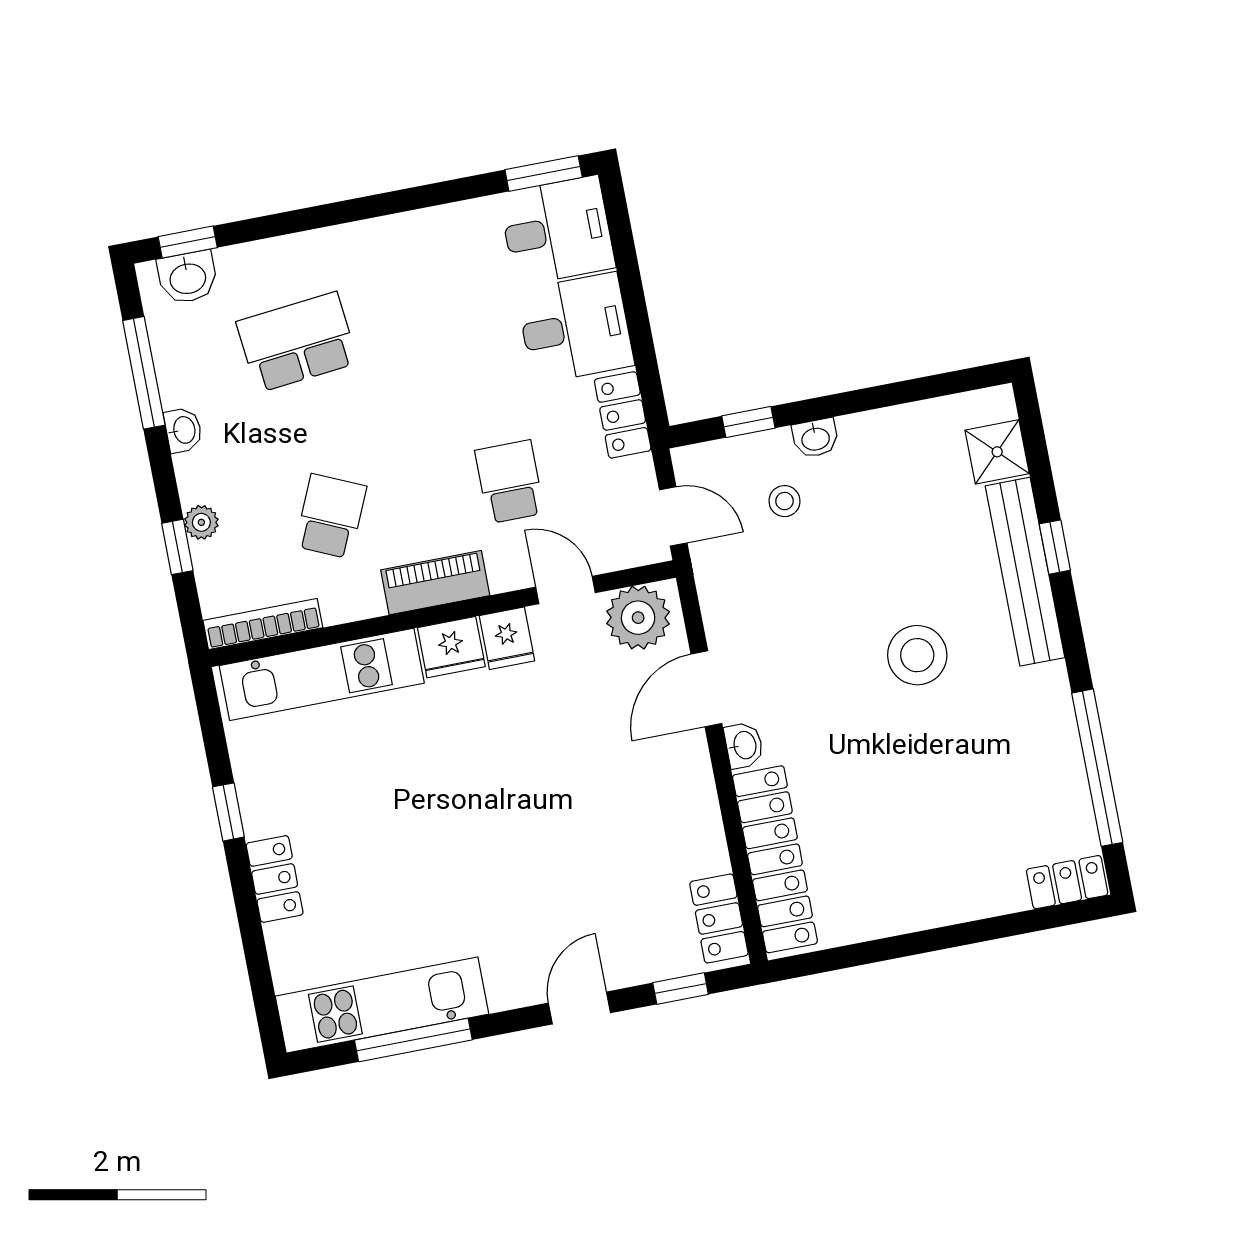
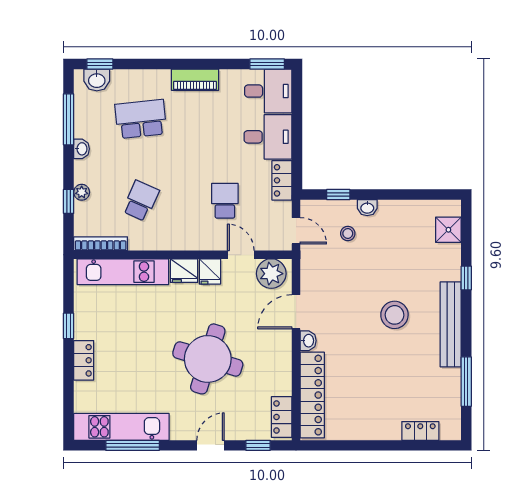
bench: (1025, 572) -> (451, 324), moved
piano: (435, 583) -> (195, 80), moved, turned 180
window: (1097, 768) -> (466, 382), width x0.68
round table: (538, 825) -> (208, 359), added
locker: (1067, 882) -> (420, 431), moved

